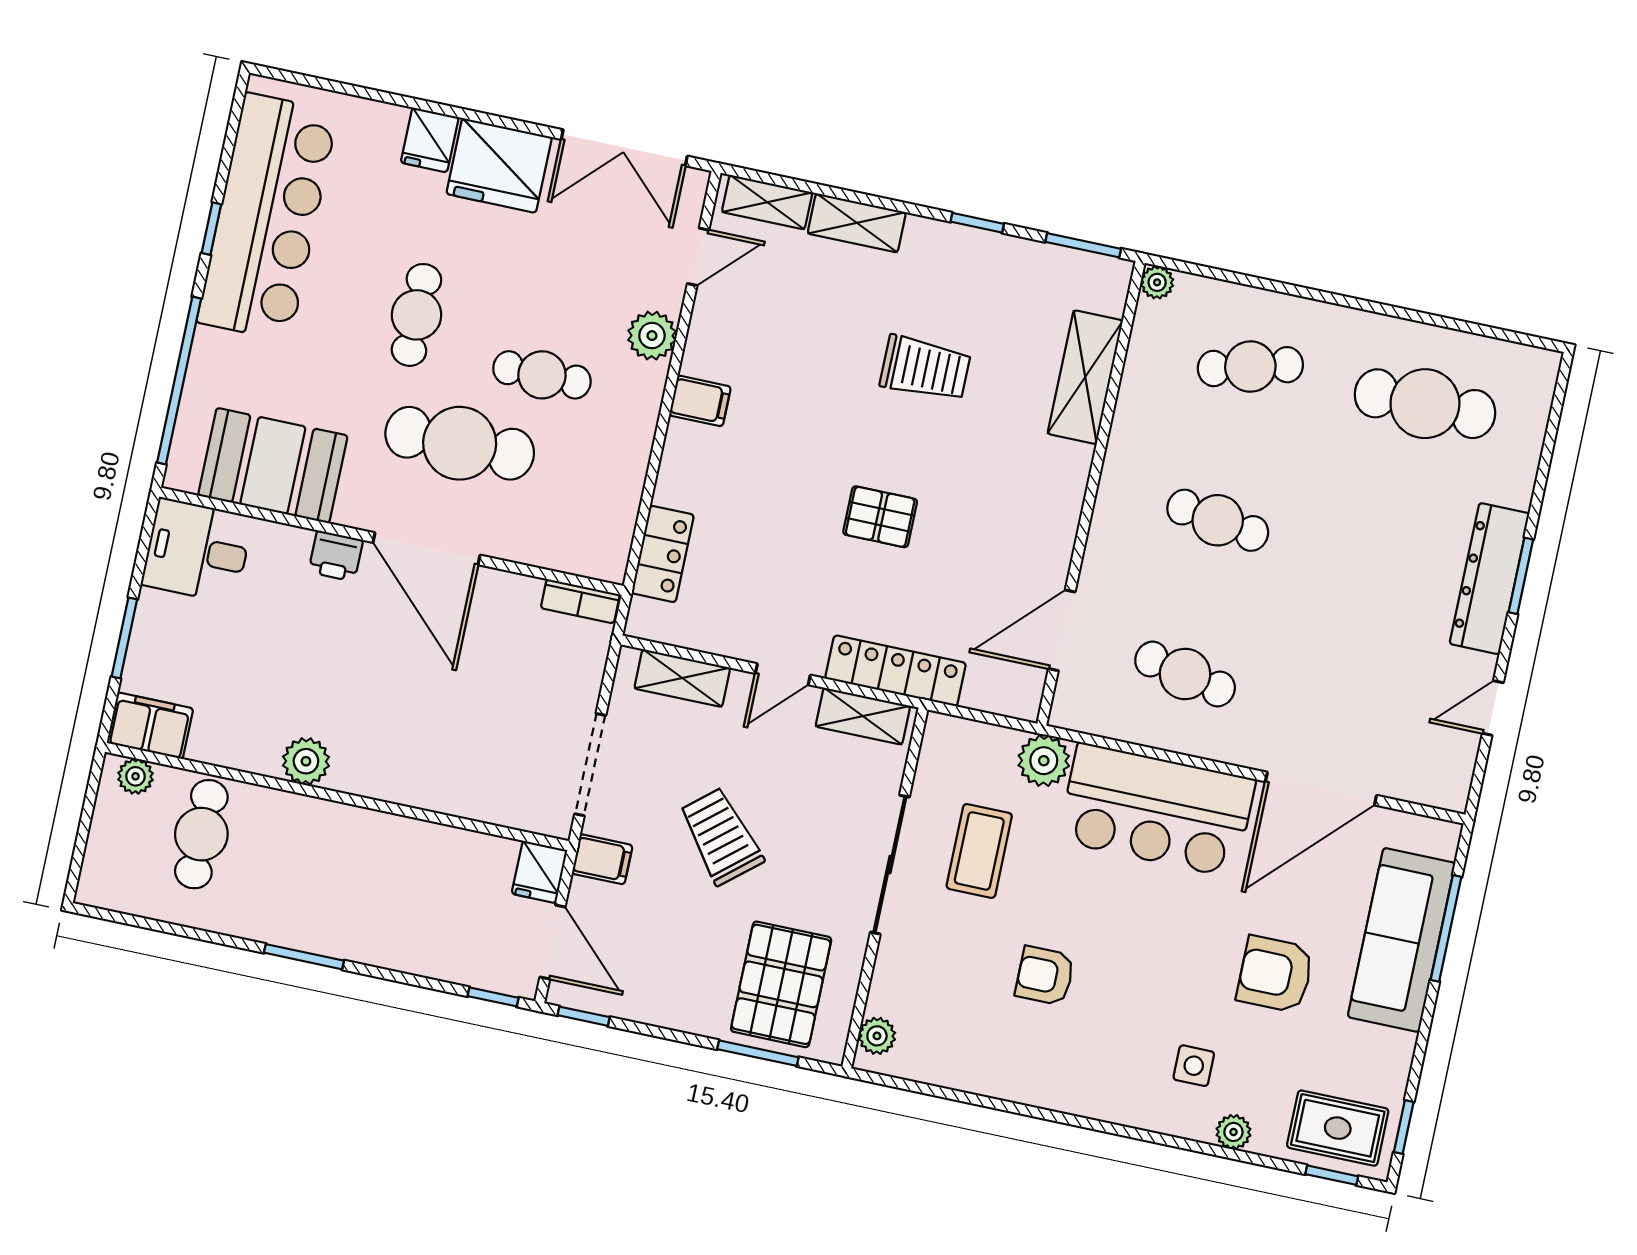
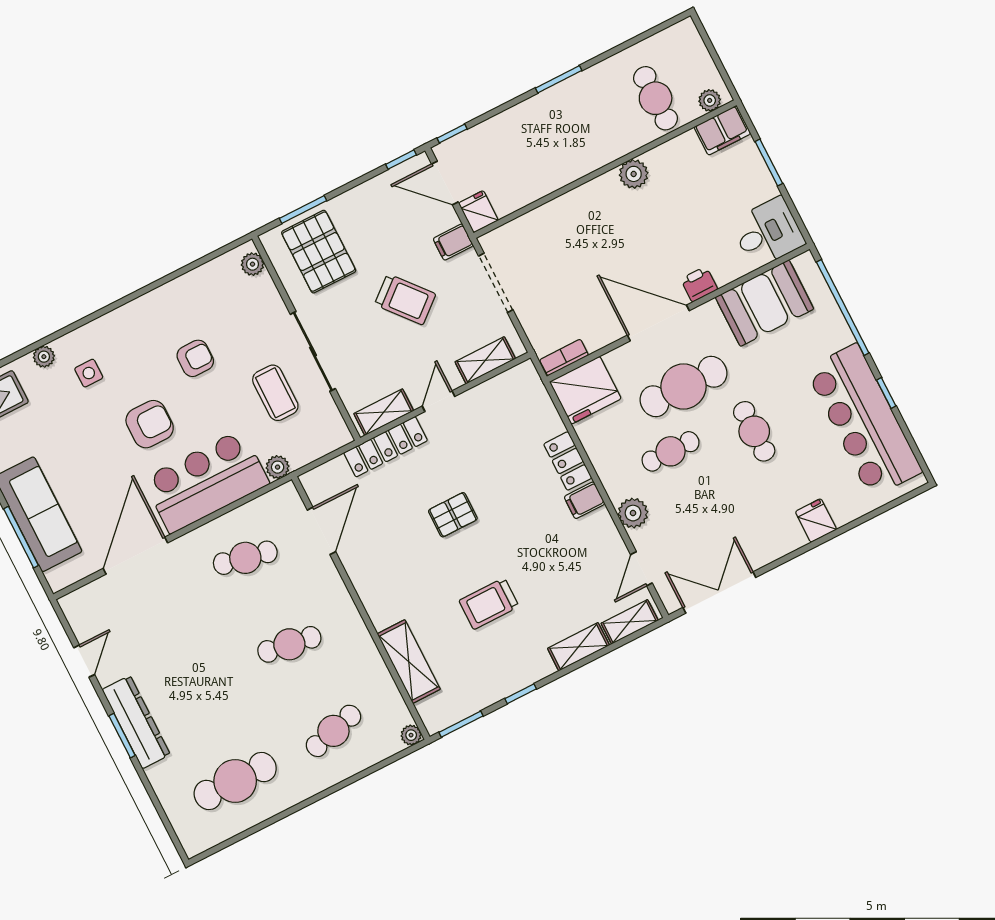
fridge: (499, 165) -> (585, 390), moved, turned 180
locker: (663, 554) -> (568, 461), moved
plant: (1044, 761) -> (278, 467), width x0.73, depth x0.73
armchair: (1275, 974) -> (150, 424), moved

